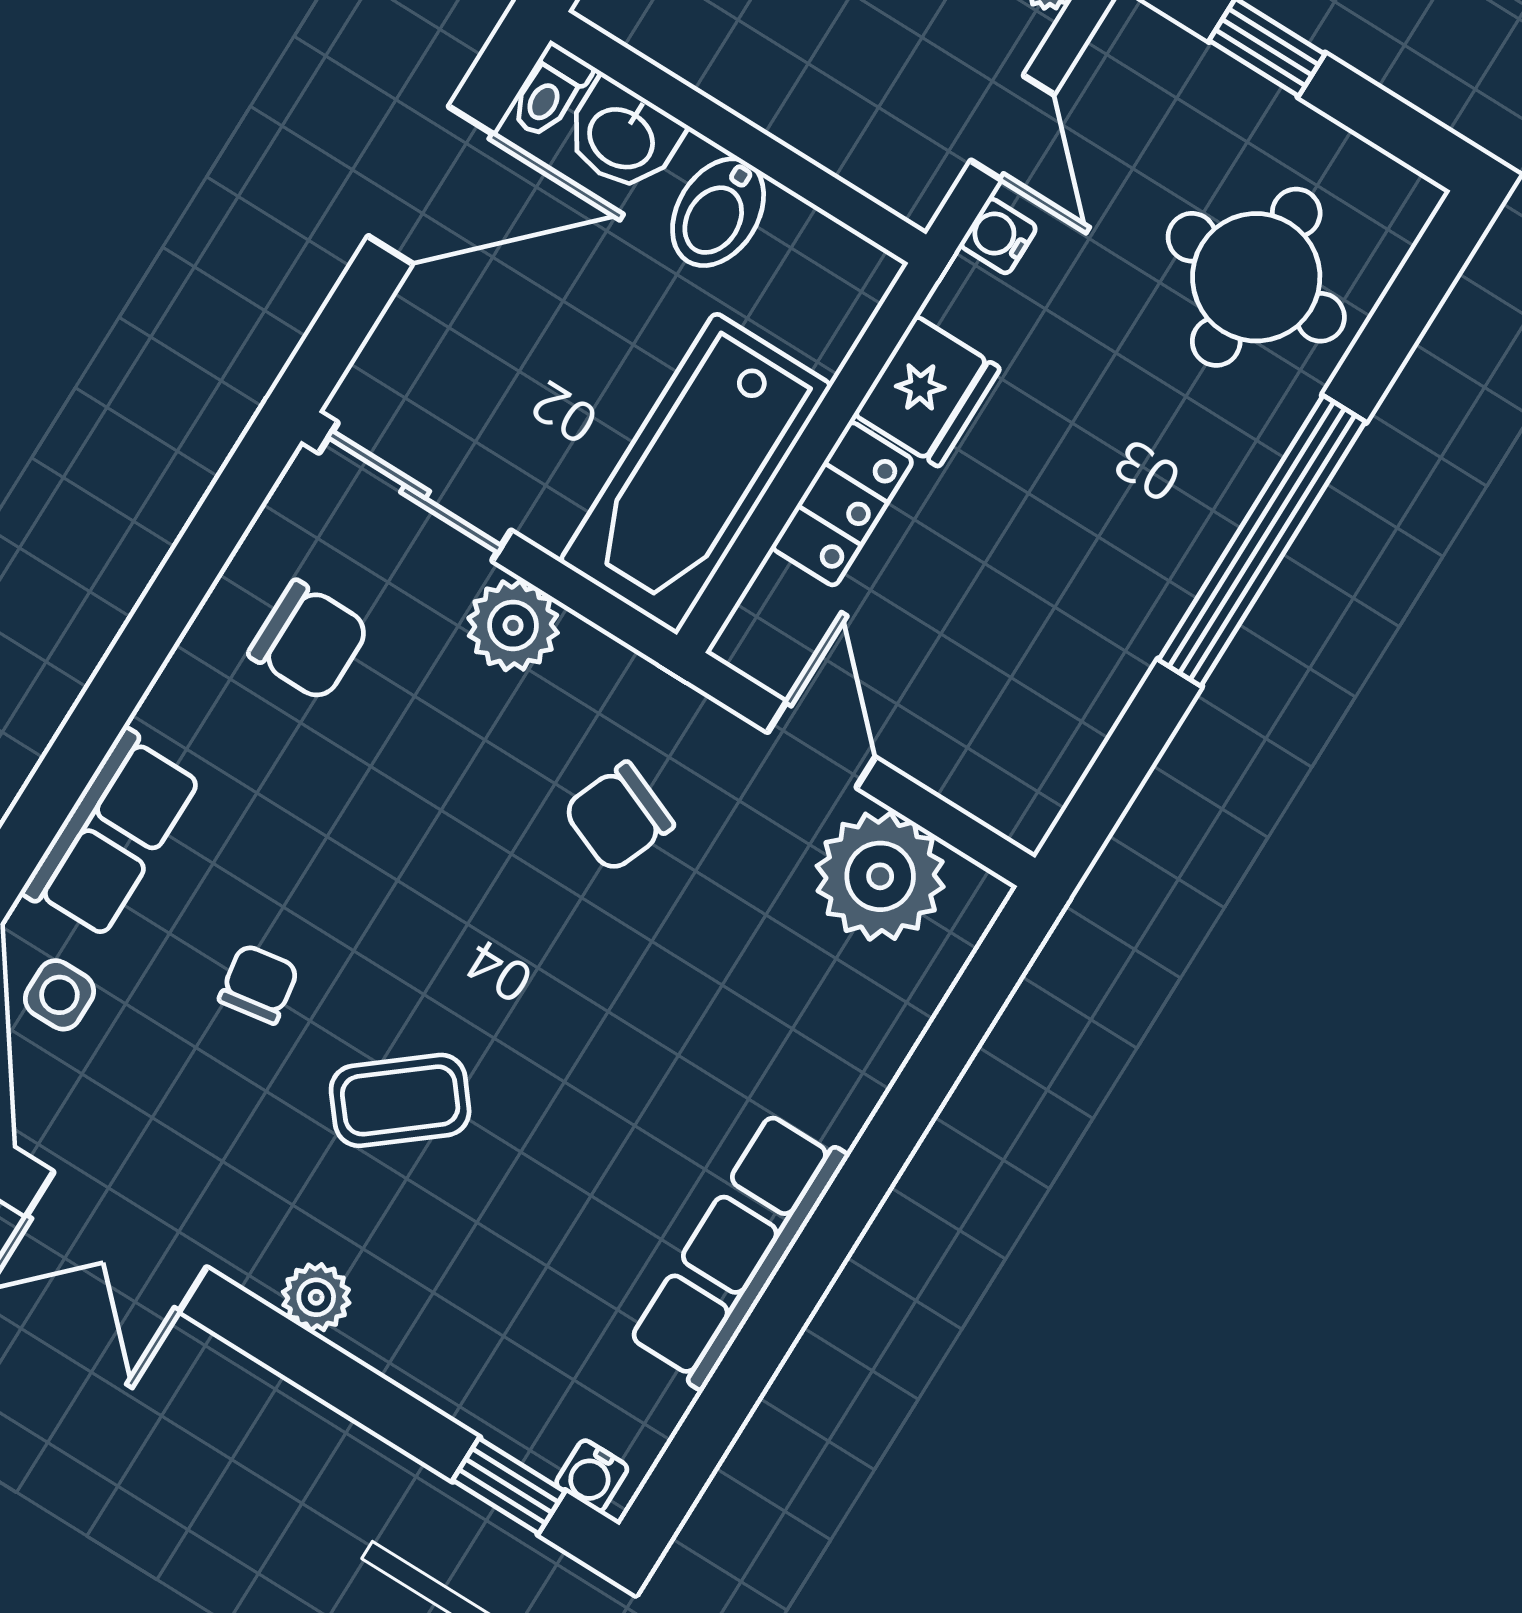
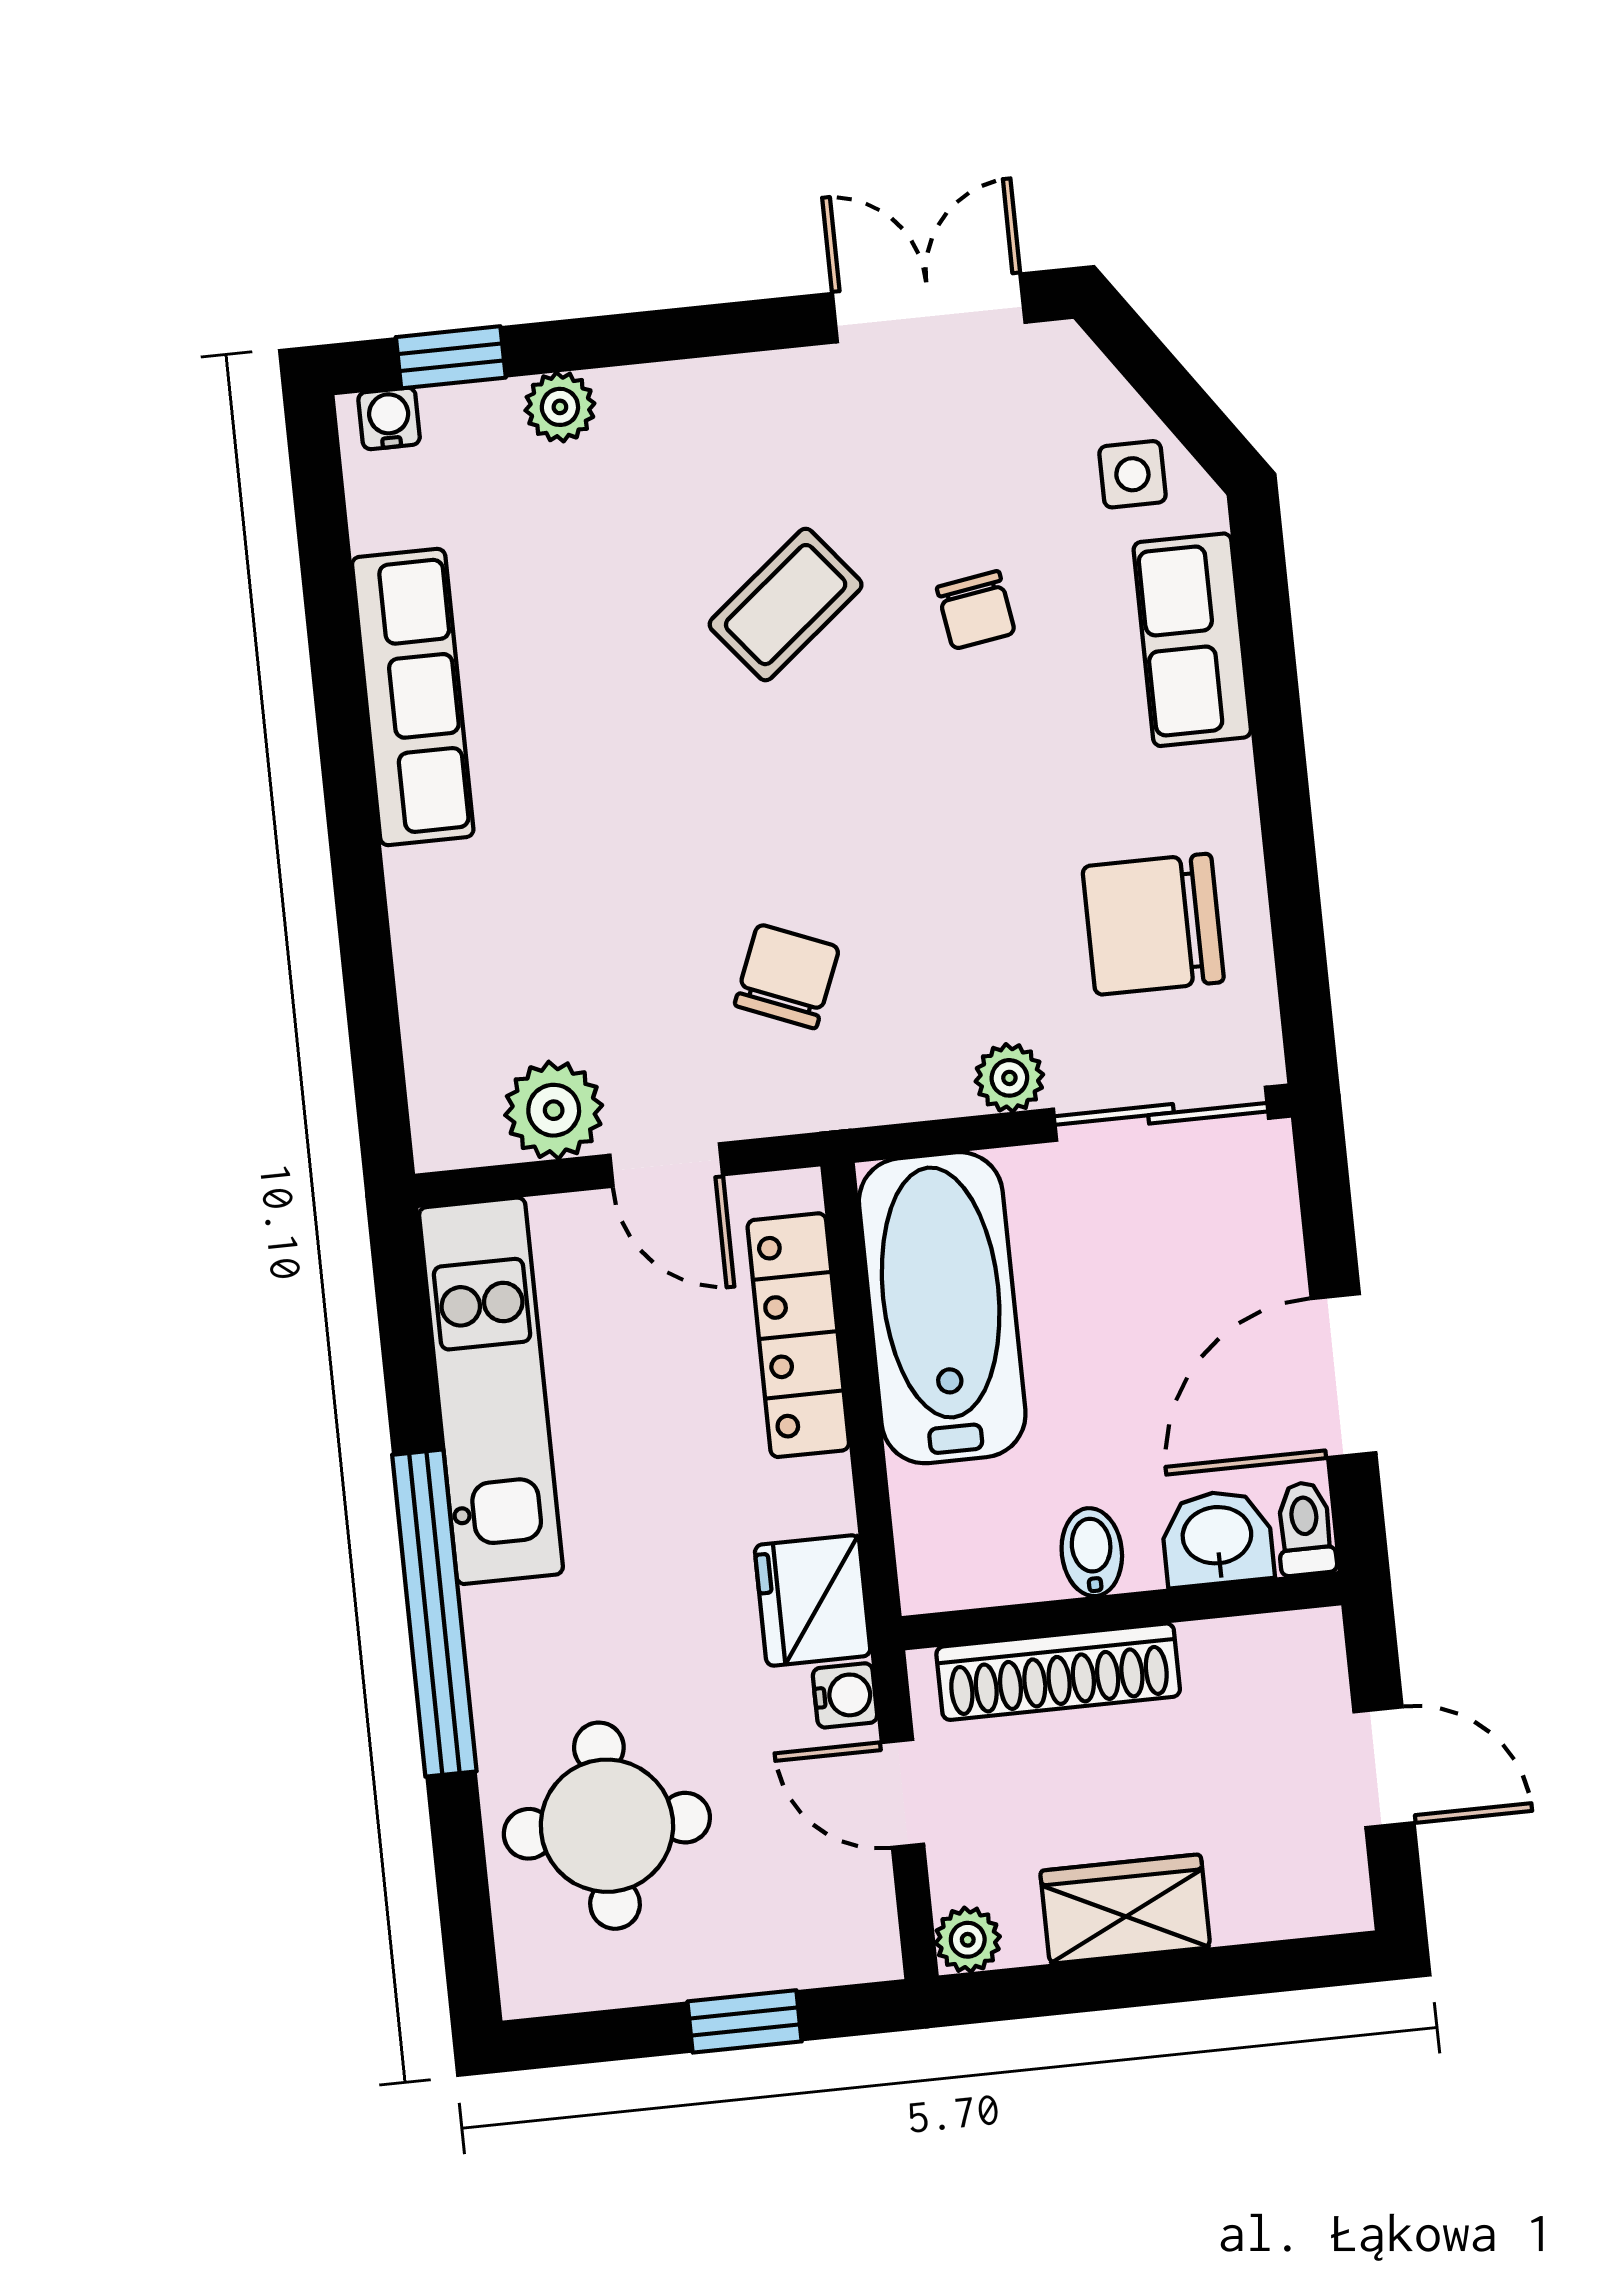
shoe rack: (822, 128) -> (1058, 1672), added
bidet: (718, 212) -> (1092, 1552), width x0.72, depth x0.74
fridge: (927, 391) -> (813, 1600), moved
locker: (842, 504) -> (798, 1335), width x1.53
plant: (513, 625) -> (1009, 1078), width x0.73, depth x0.73
chair: (309, 641) -> (1153, 924), width x1.37, depth x1.37
kitchen unit: (1088, 676) -> (491, 1391), added
plant: (880, 876) -> (554, 1110), width x0.73, depth x0.73
plant: (316, 1297) -> (560, 407), moved

